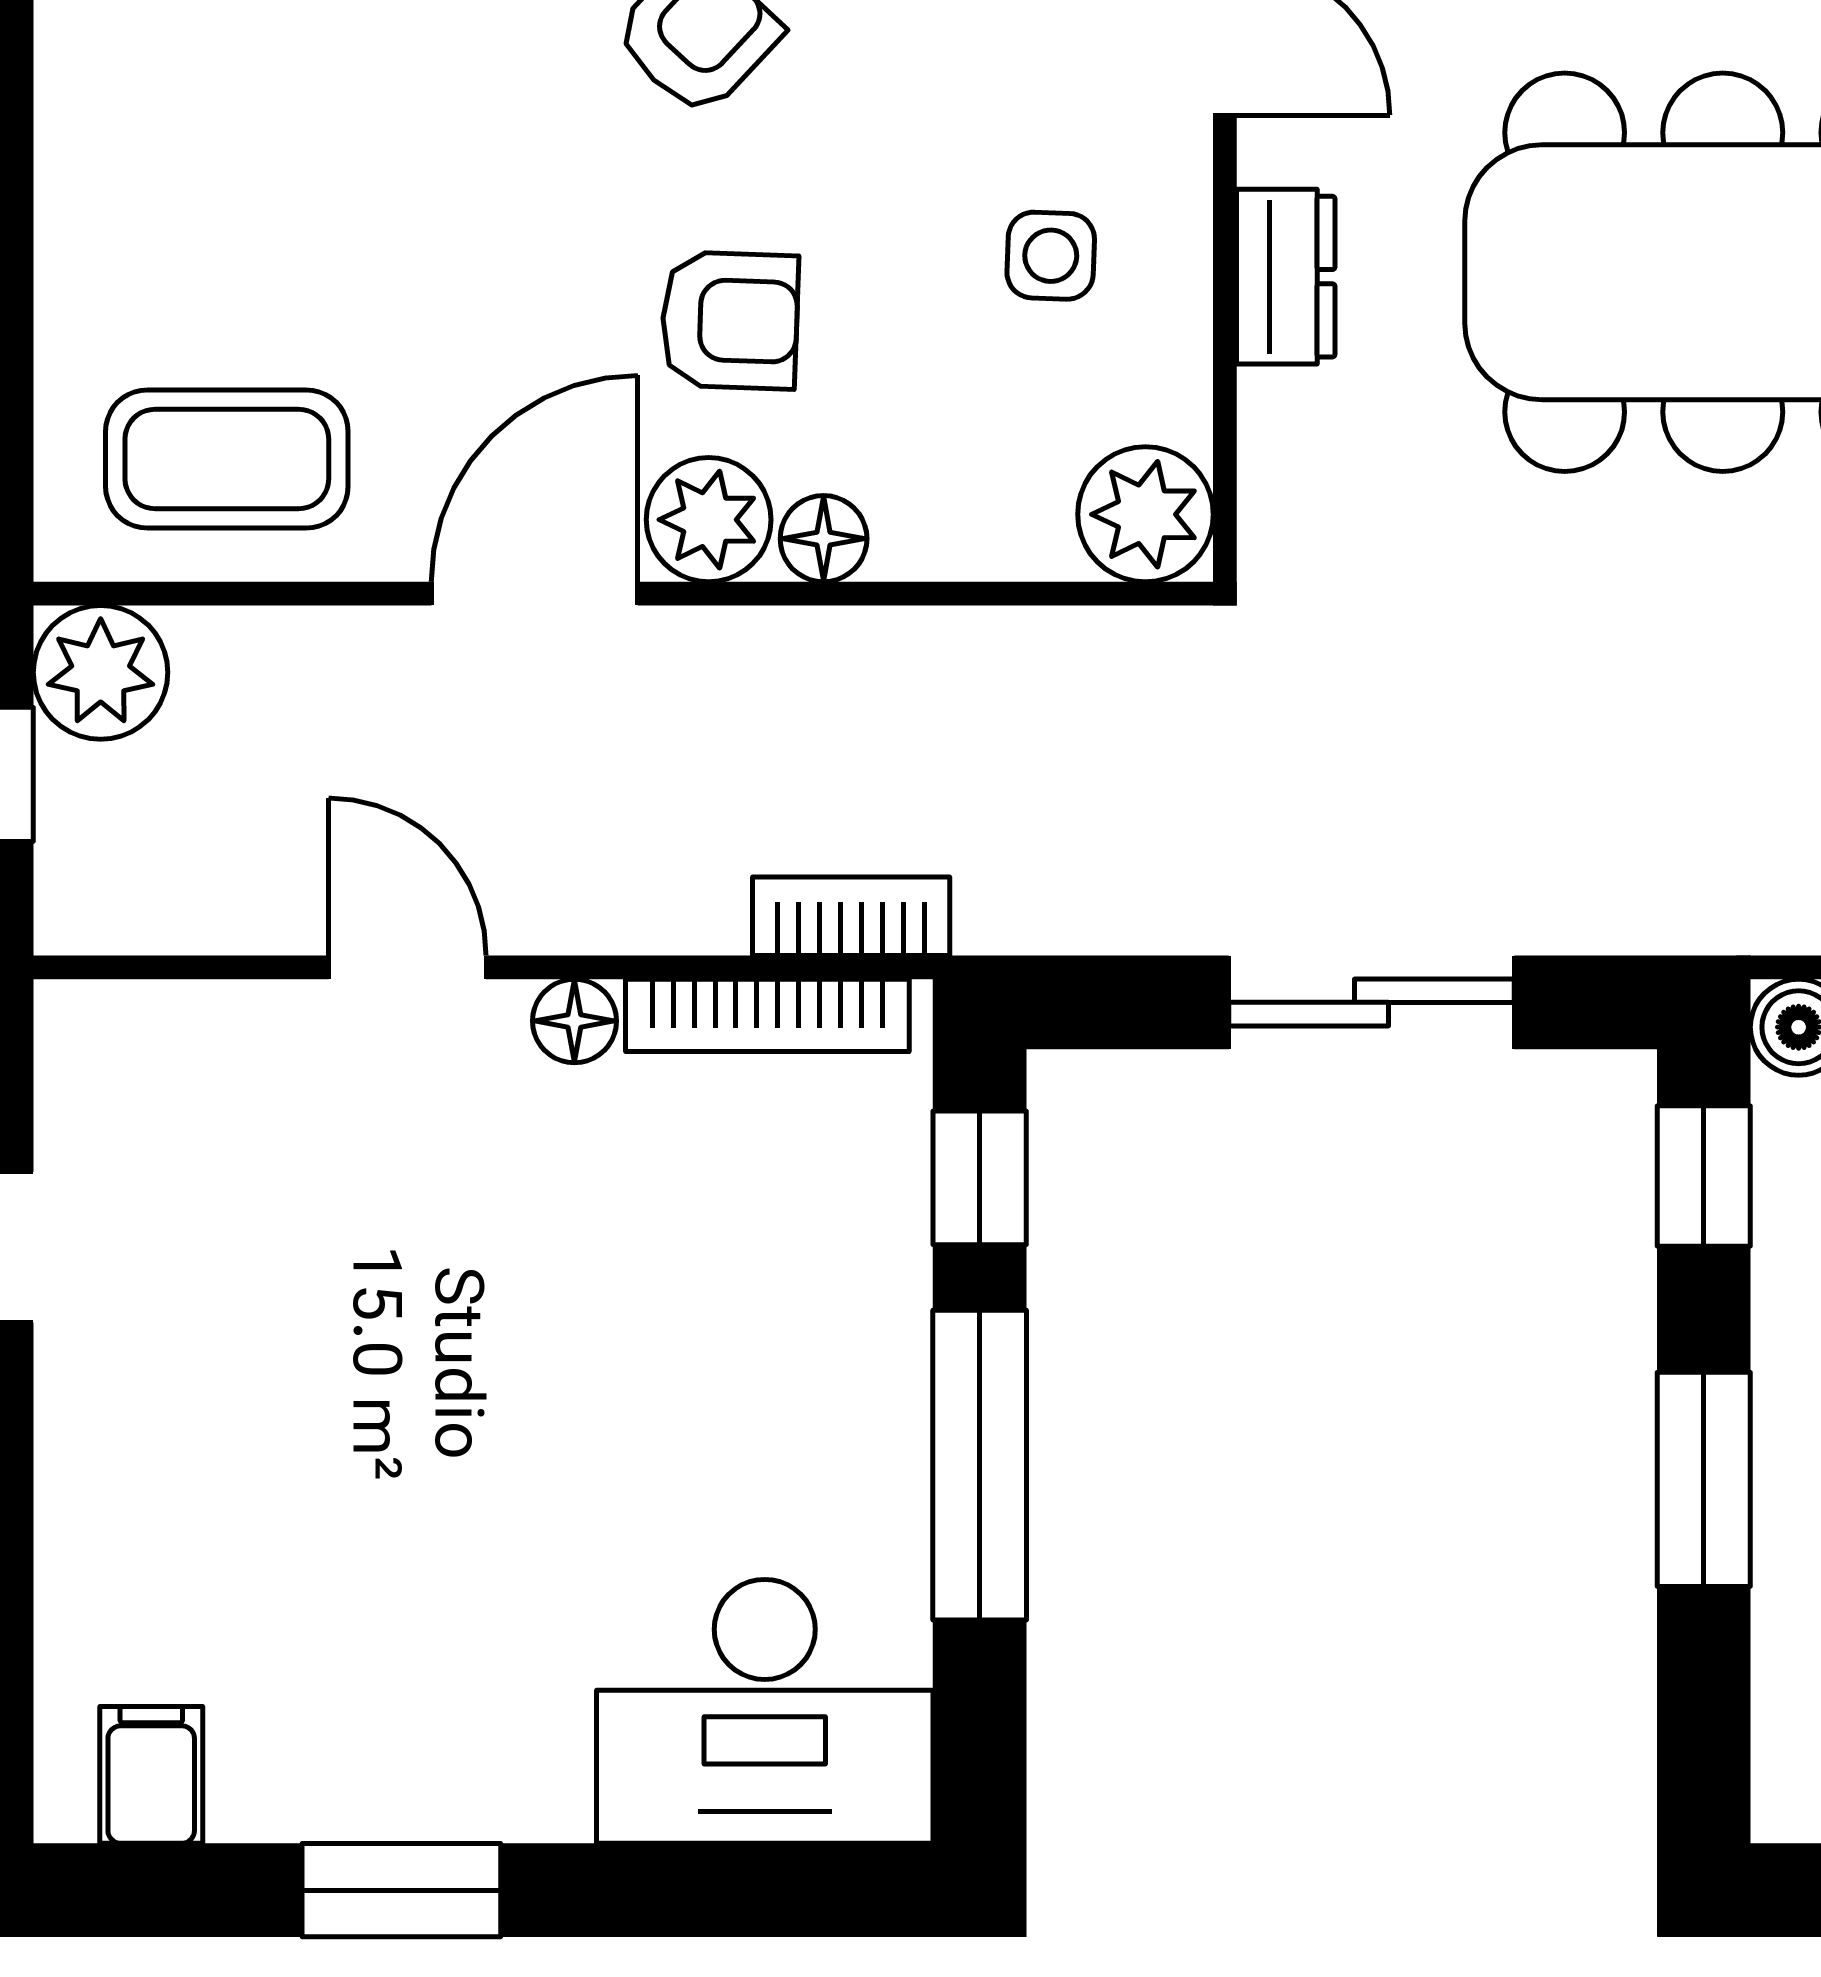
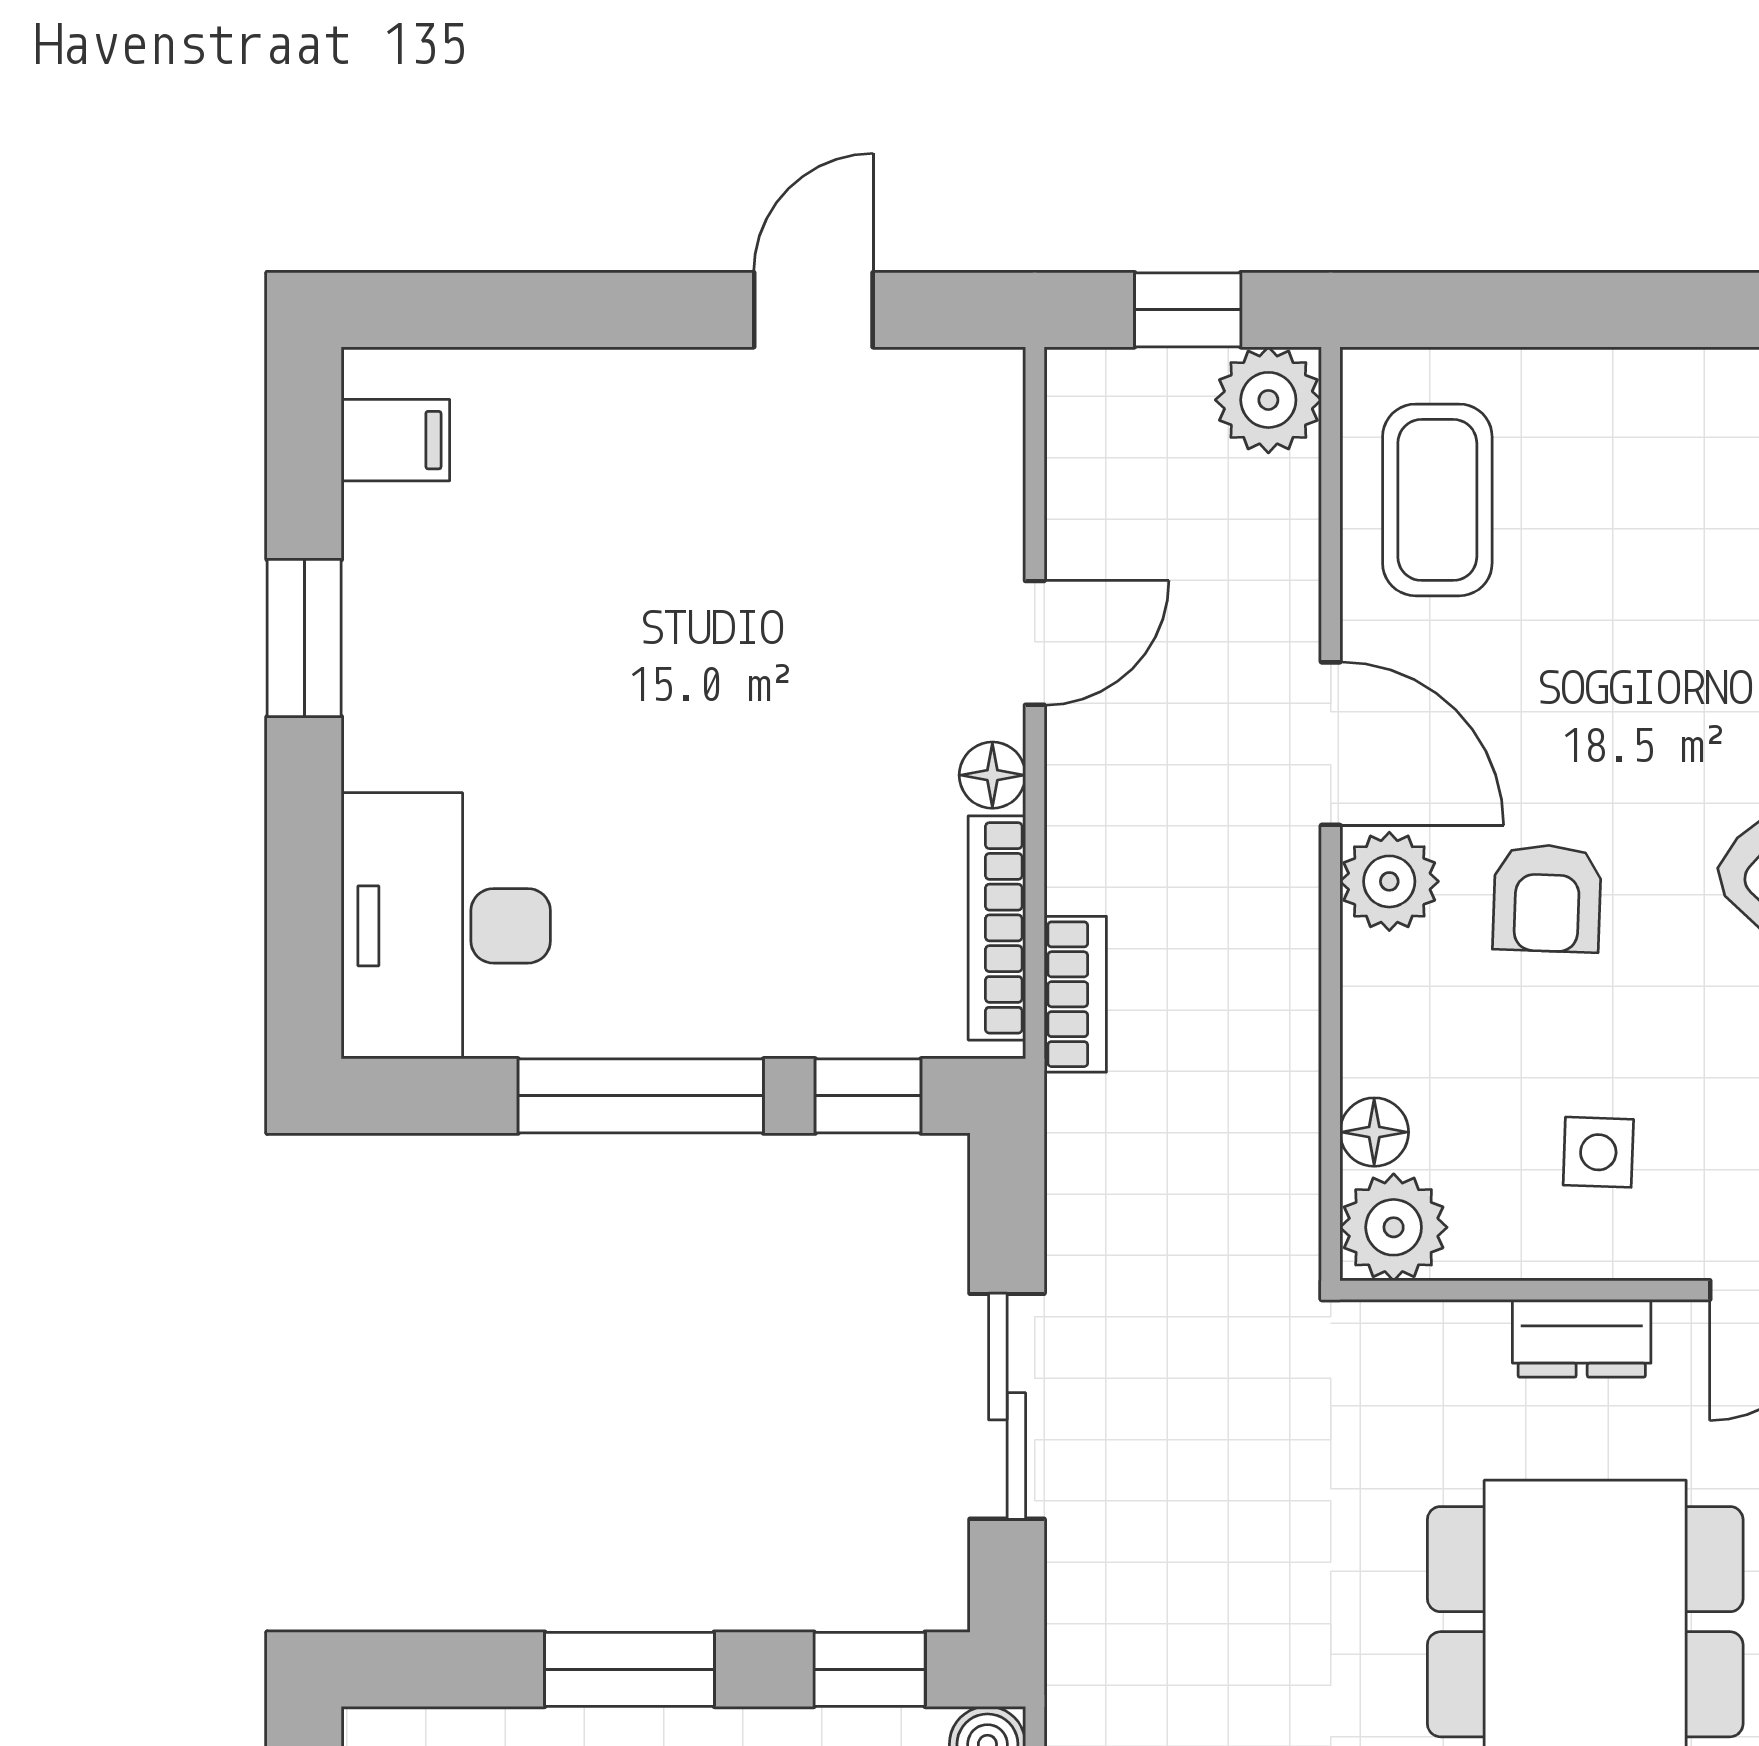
floor lamp: (824, 539) -> (1374, 1132), moved

